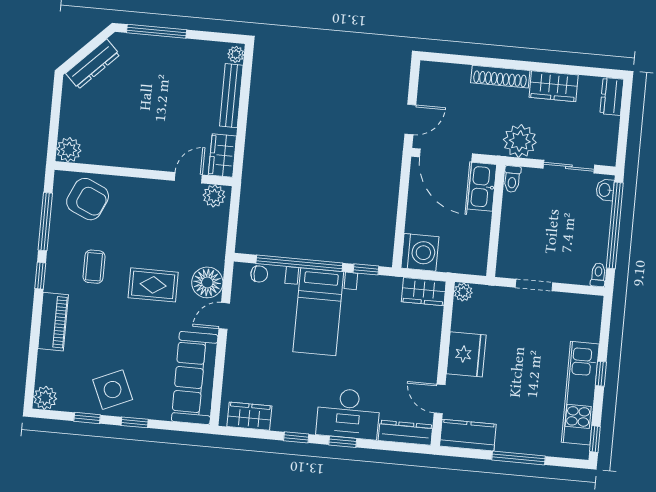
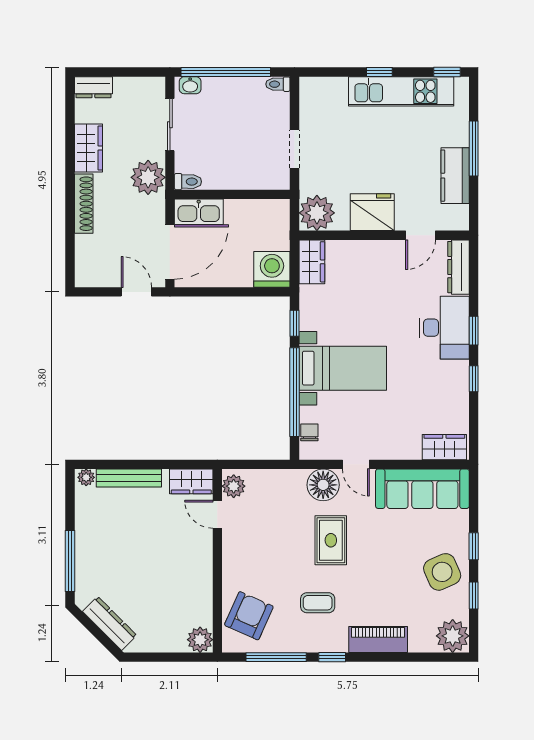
plant: (463, 292) -> (317, 213), width x1.87, depth x1.87
plant: (45, 398) -> (453, 636), width x1.36, depth x1.36
wardrobe: (249, 416) -> (444, 447), moved, turned 90
kitchen counter: (468, 435) -> (455, 176), moved

